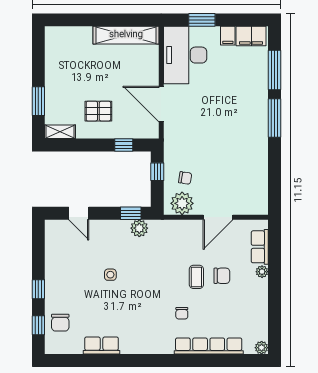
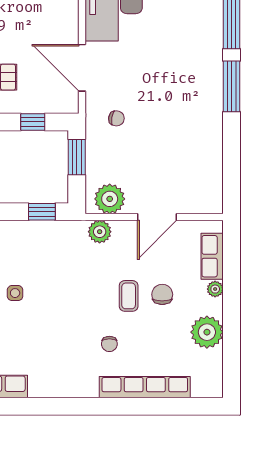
window: (157, 172) -> (77, 157), width x1.50
chair: (185, 178) -> (116, 118), moved
plant: (139, 228) -> (100, 232), moved
chair: (222, 276) -> (162, 294), turned -90
plant: (262, 348) -> (207, 332), moved, width x1.87, depth x1.87

